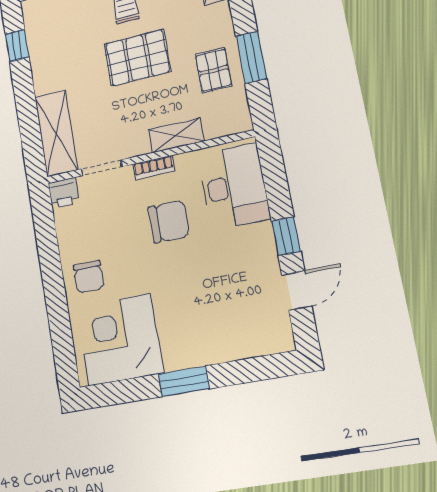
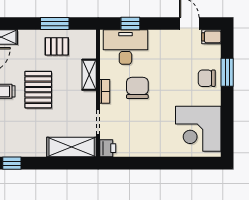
window: (286, 236) -> (130, 23), moved
chair: (89, 277) -> (207, 78), moved, turned 180
filing cabinet: (281, 335) -> (211, 37), added
window: (184, 381) -> (227, 72), moved

